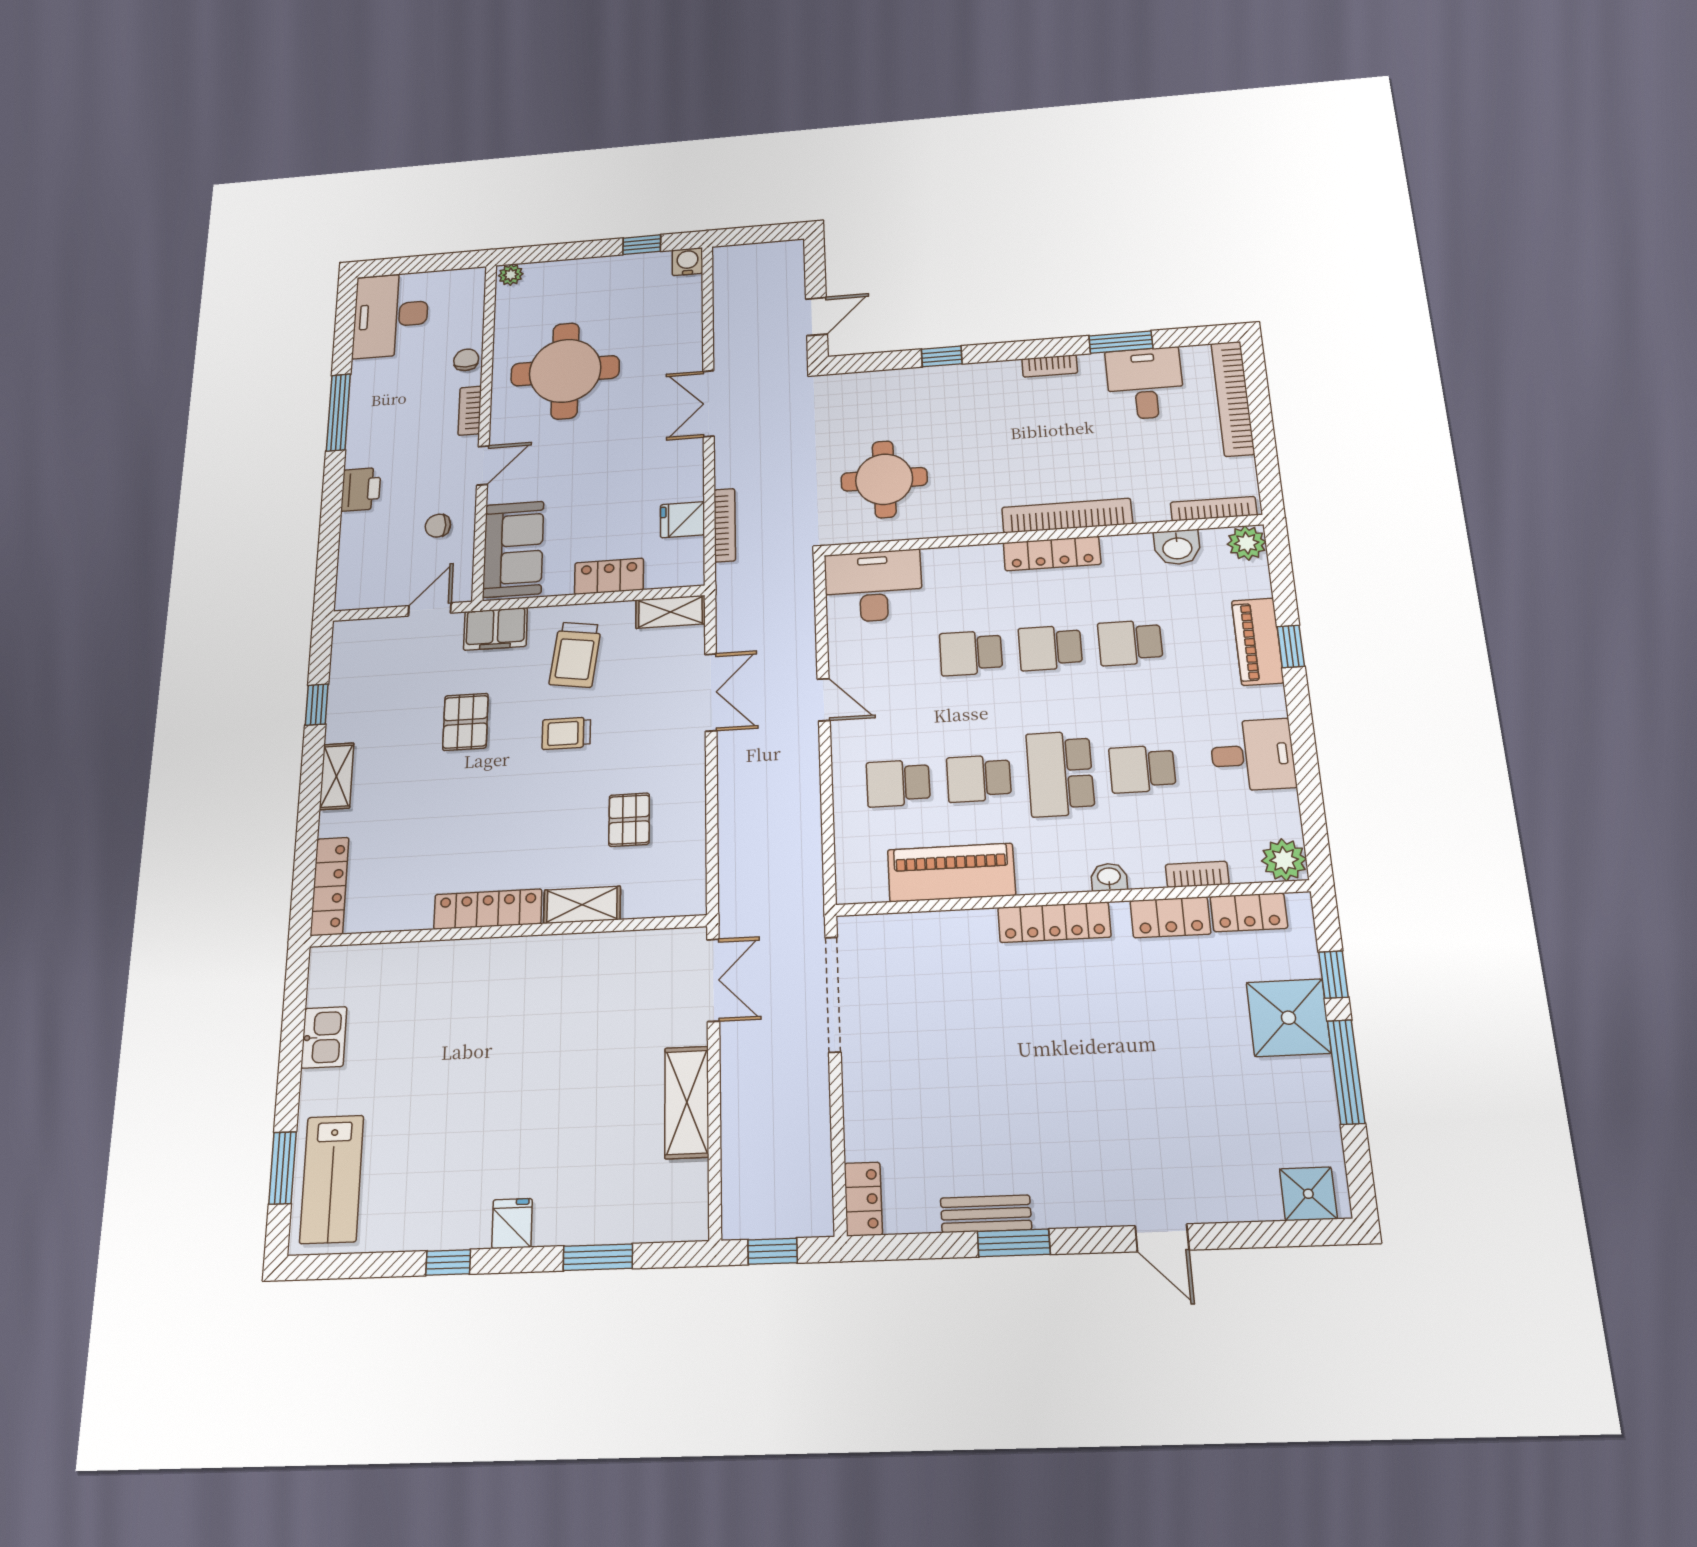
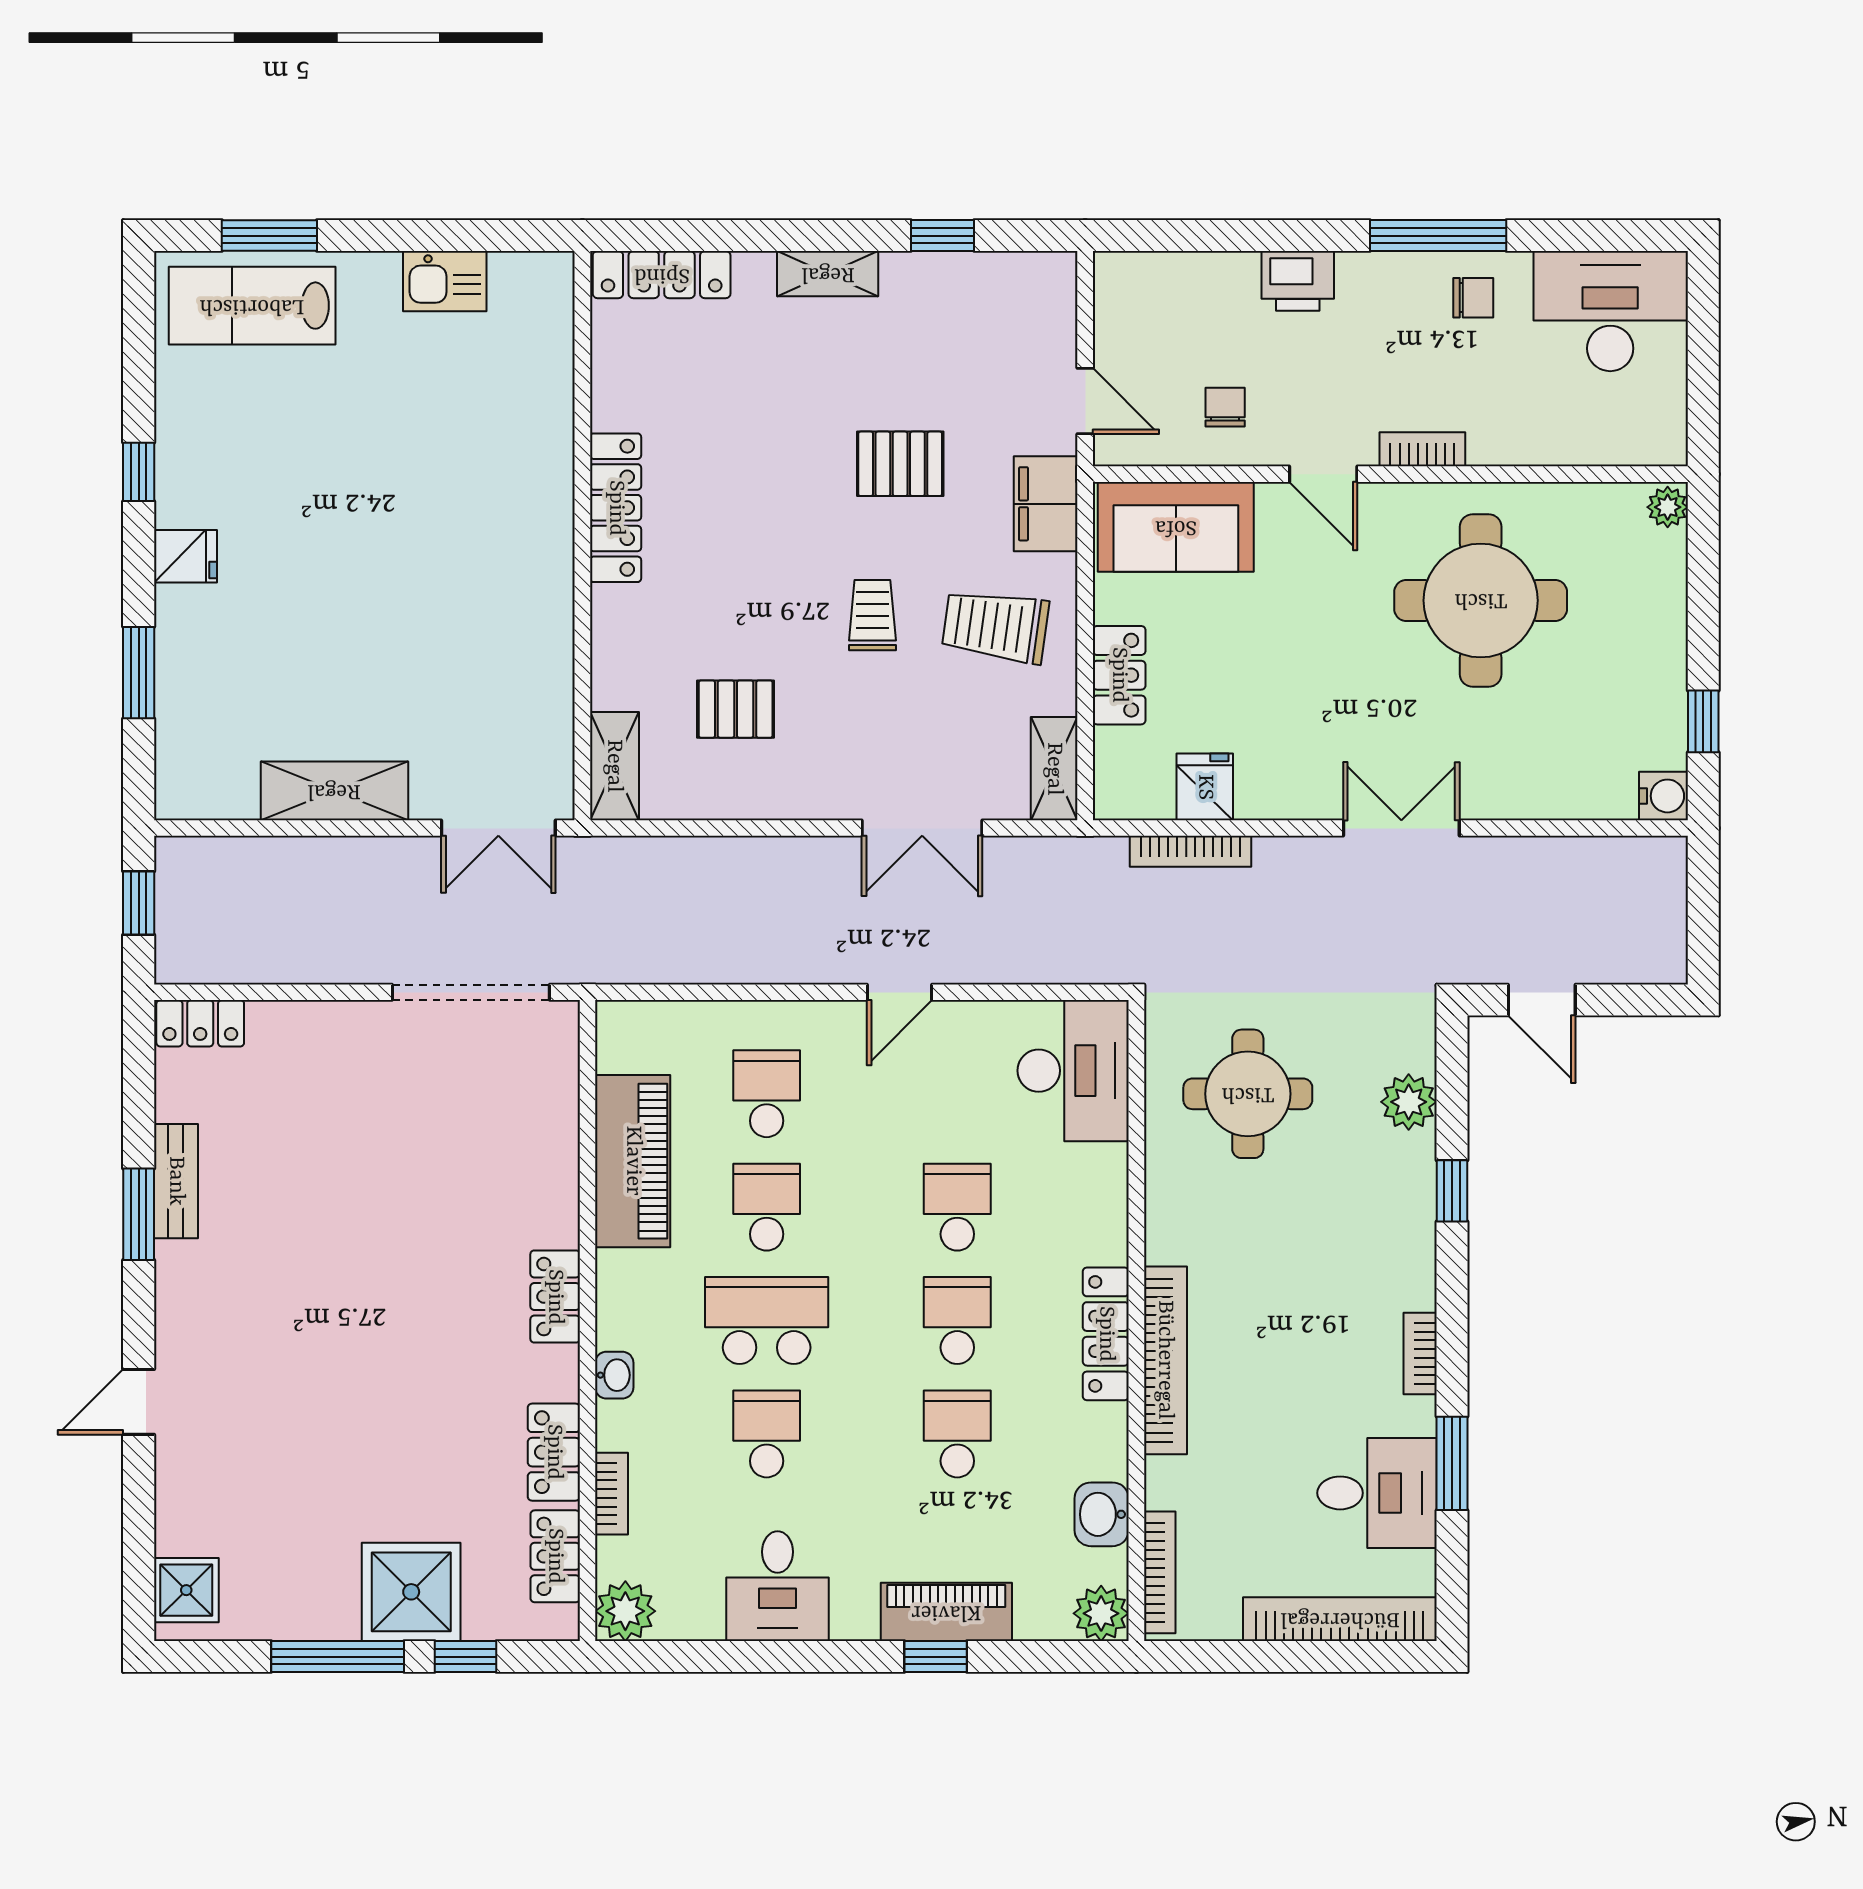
chair: (466, 360) -> (1473, 298), moved
plant: (885, 386) -> (1409, 1102), added
shelving: (582, 905) -> (614, 766), moved
locker: (1054, 922) -> (555, 1297), width x0.66

